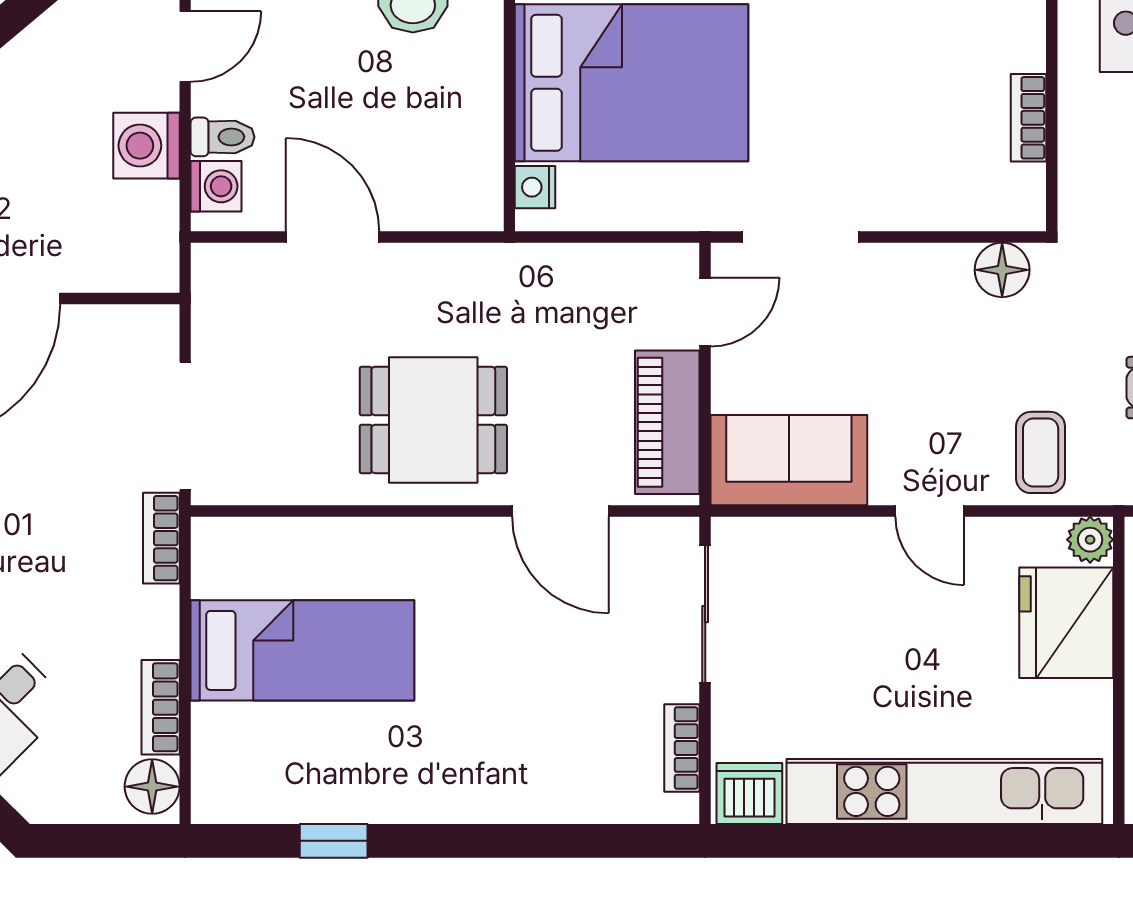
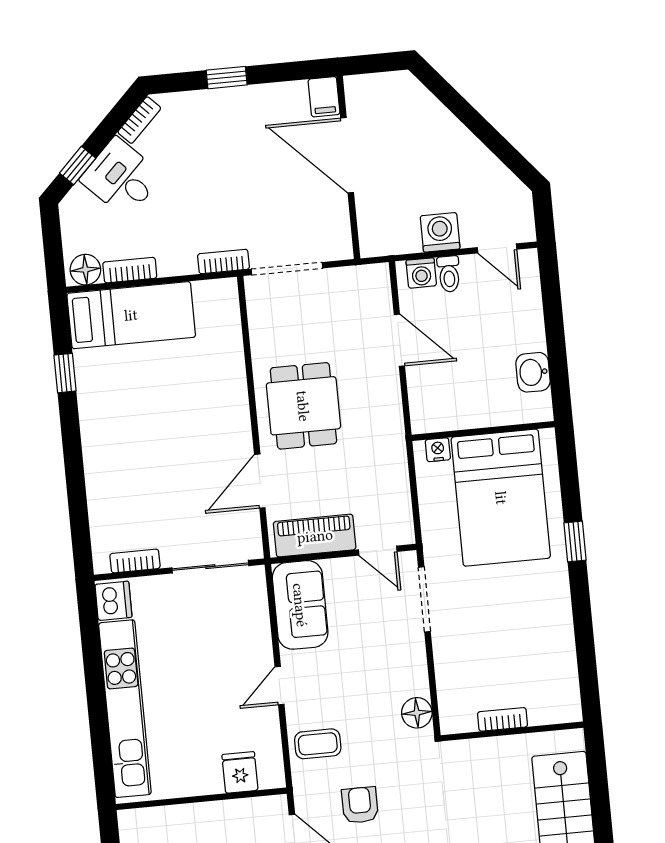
door: (333, 237) -> (399, 340), hinge flipped
plant: (1090, 540) -> (272, 776), removed
fridge: (1066, 623) -> (240, 772), width x0.53, depth x0.75
bed: (302, 650) -> (131, 315), moved, turned -90

